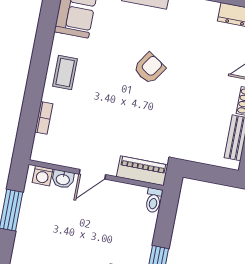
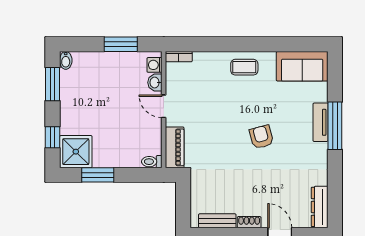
armchair: (150, 68) -> (261, 137), turned -139
bookcase: (44, 118) -> (179, 57), moved

